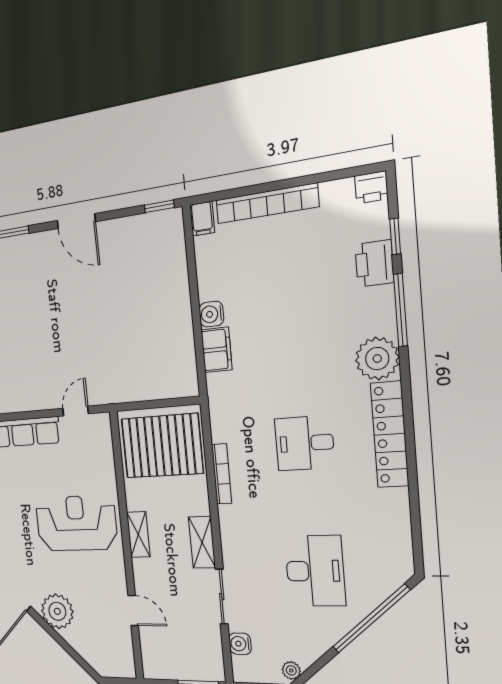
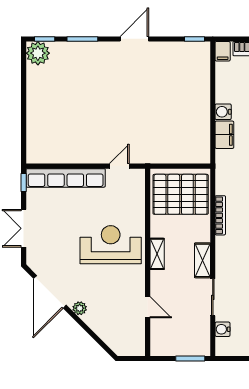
door: (76, 221) -> (134, 39), swing flipped
plant: (57, 611) -> (80, 308), width x0.53, depth x0.53

